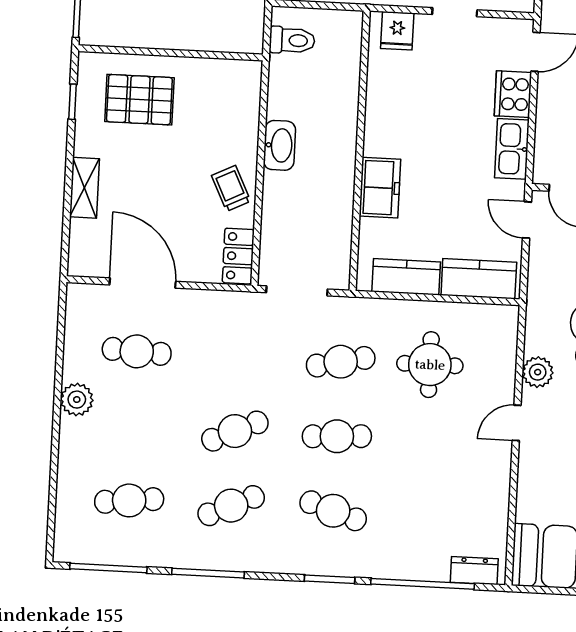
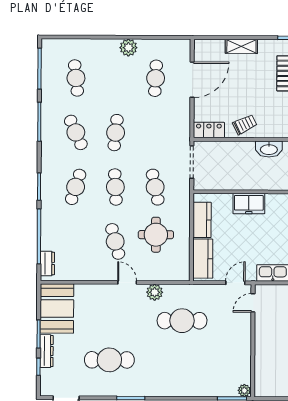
cafe table: (235, 431) -> (116, 133), turned 30
cafe table: (439, 441) -> (115, 241), added

